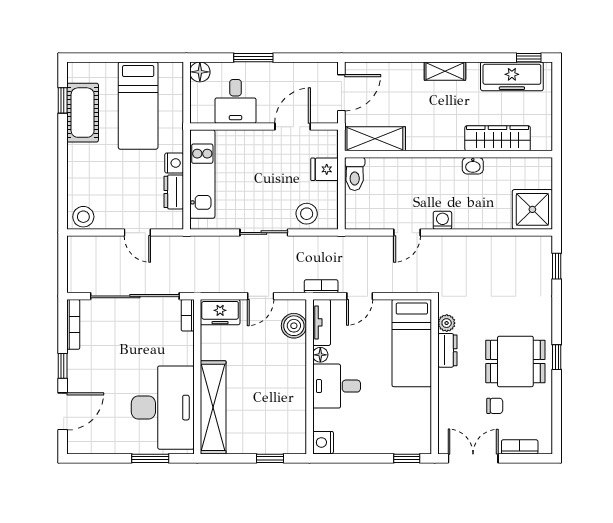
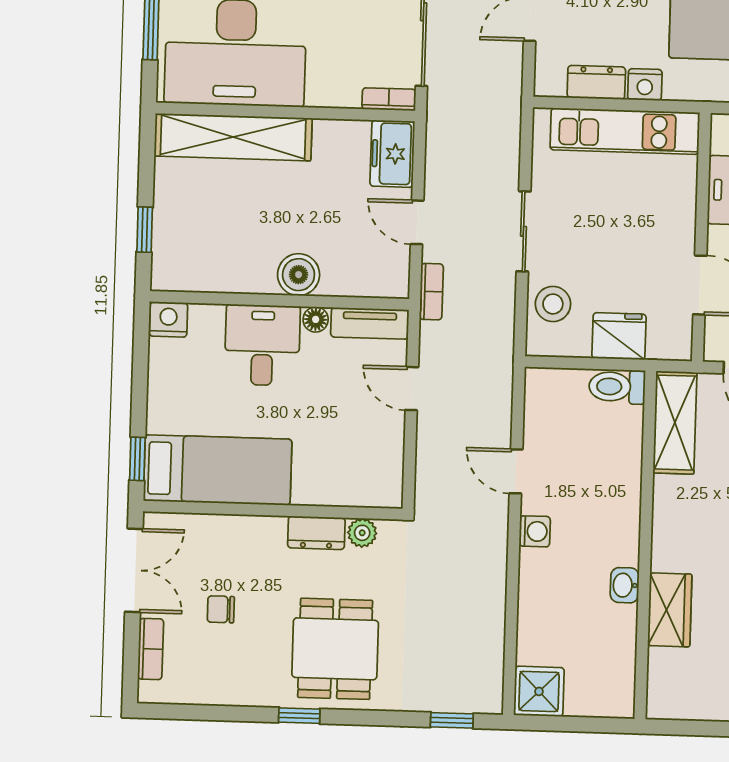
wardrobe: (498, 138) -> (670, 610), width x0.67
fridge: (325, 169) -> (619, 336), width x1.38
shower: (532, 209) -> (539, 691), width x0.73, depth x0.73
bookcase: (321, 286) -> (431, 292), moved
boiler: (294, 326) -> (299, 275), moved
bed: (412, 343) -> (218, 470), moved, turned 180
dining table: (515, 361) -> (335, 649), moved
chair: (495, 406) -> (221, 609), turned 90

